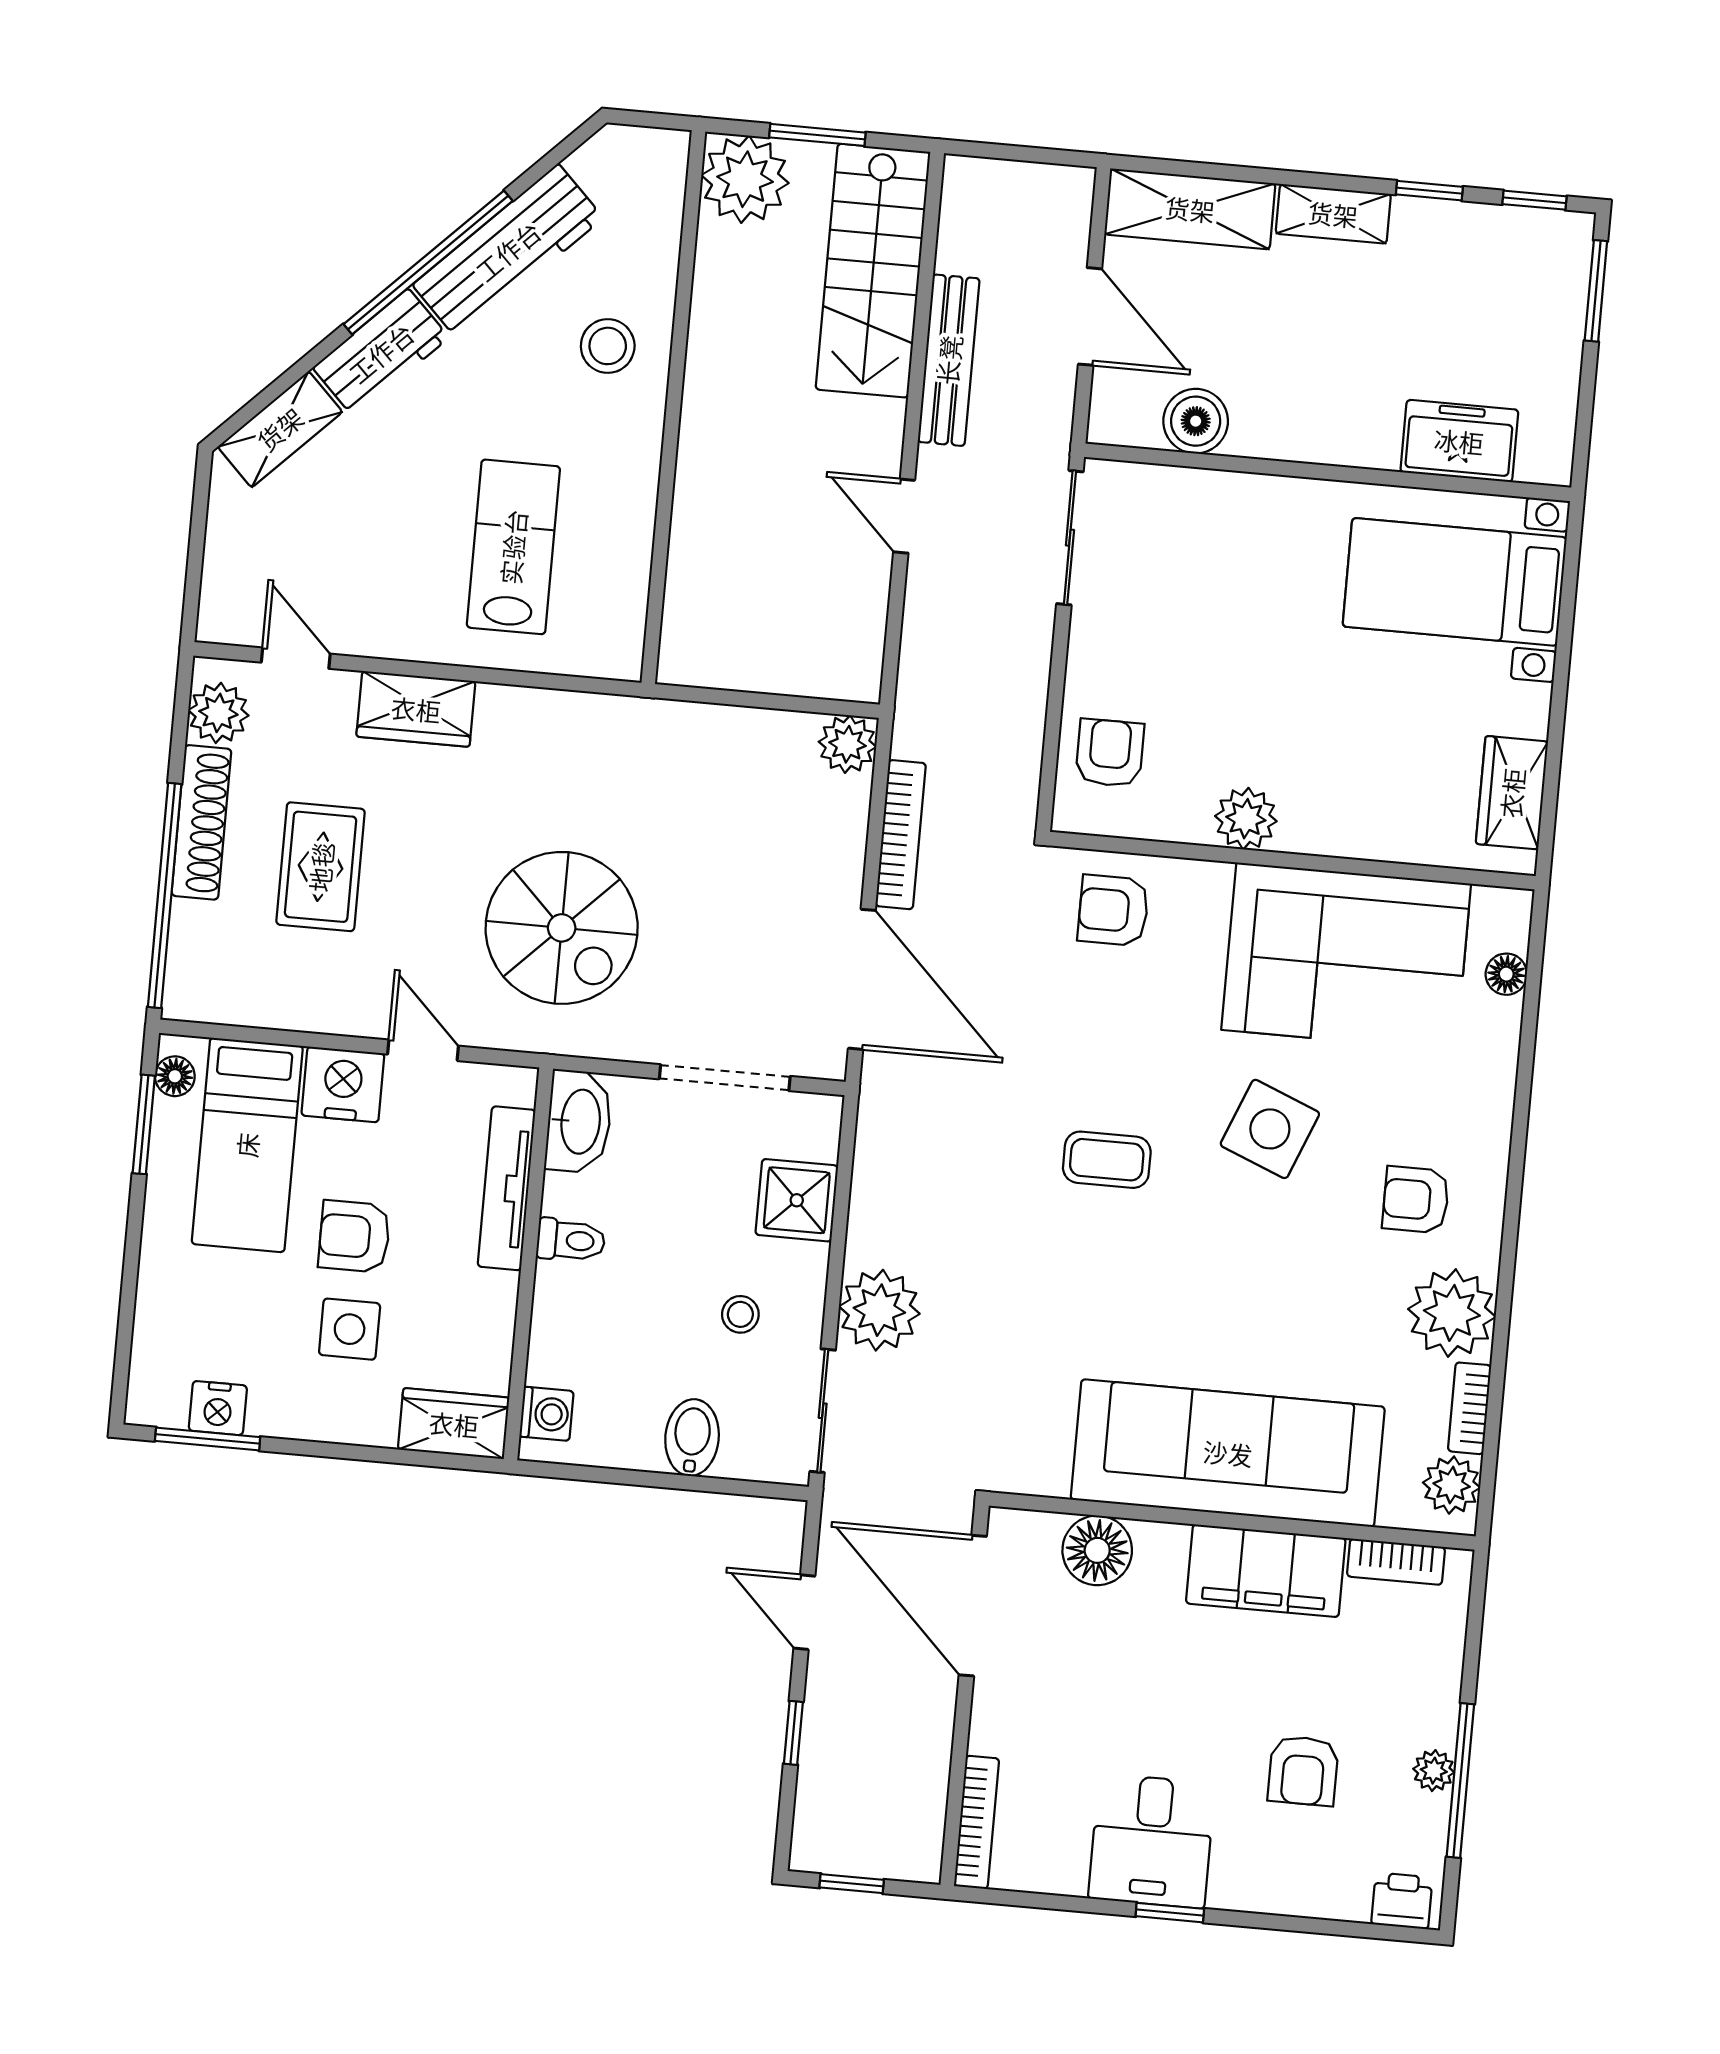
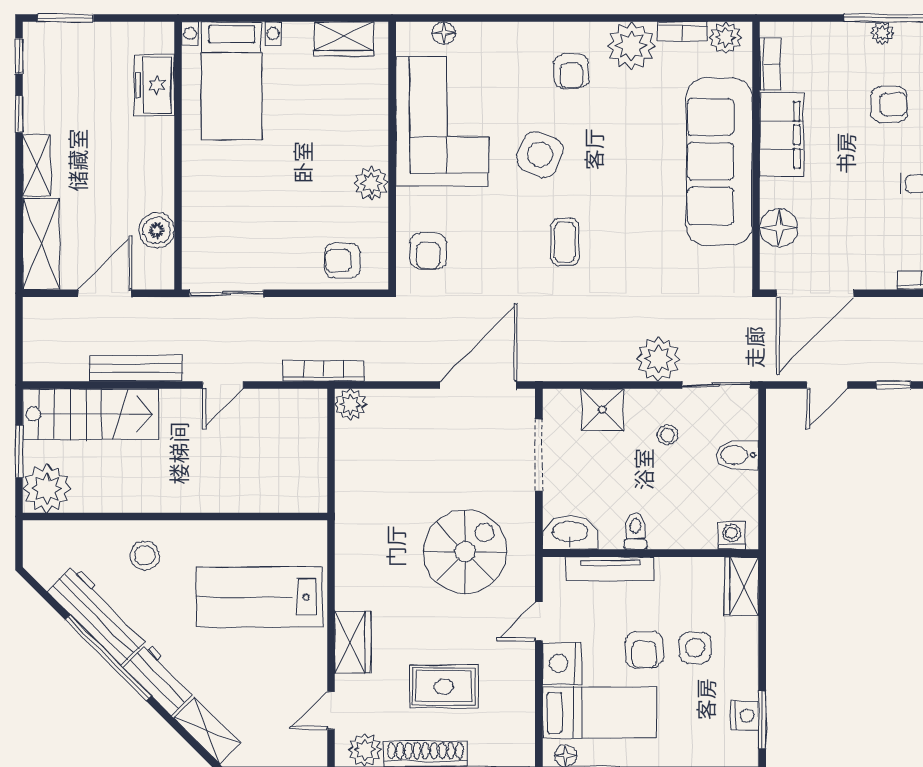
lab bench: (513, 547) -> (259, 597), width x1.36, depth x1.39
bookcase: (901, 835) -> (324, 371), moved

